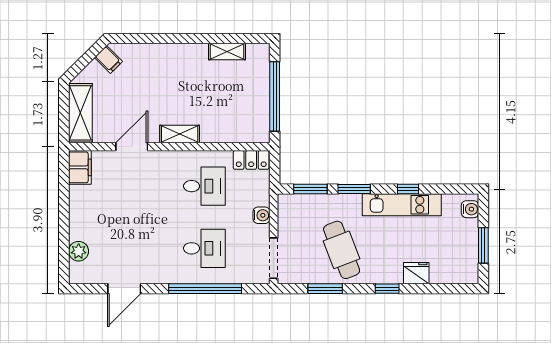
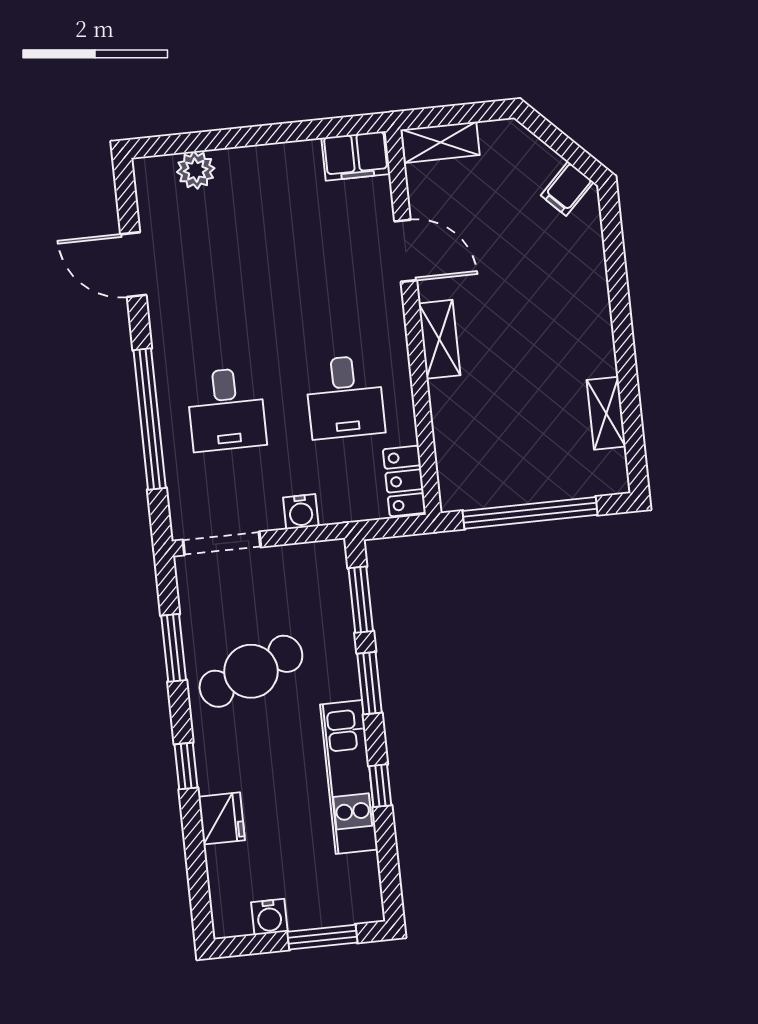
shelving: (80, 113) -> (441, 142), width x0.67, depth x0.75
water cooler: (470, 209) -> (269, 917), moved
window: (483, 245) -> (322, 937), moved

